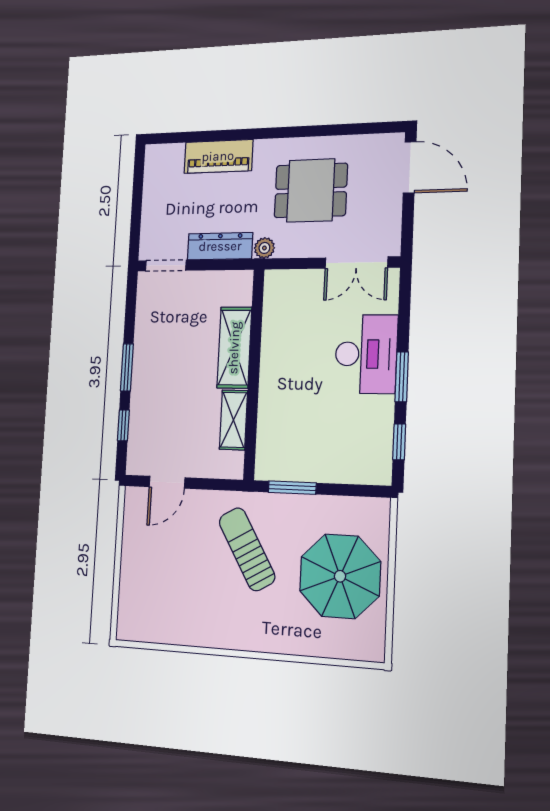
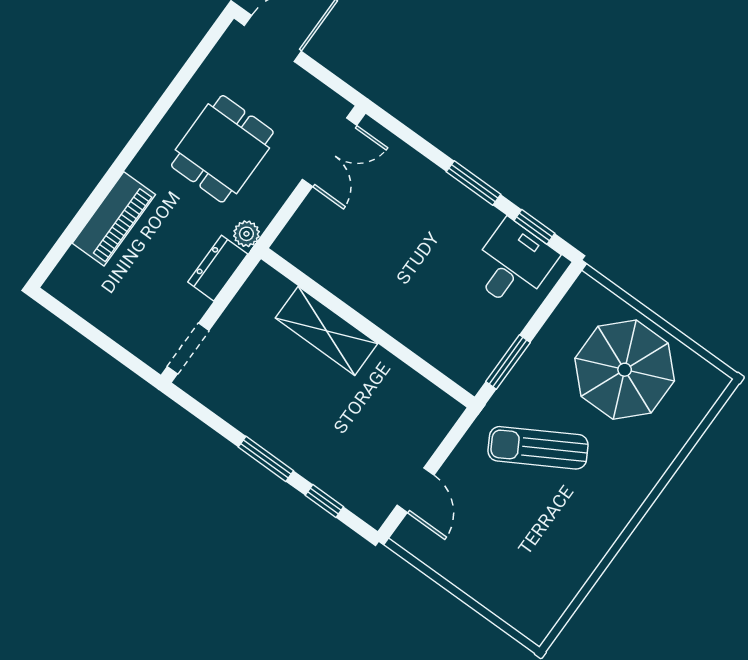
dresser: (220, 246) -> (218, 268), width x0.70
desk: (366, 354) -> (513, 265), moved, width x0.73
shelving: (233, 420) -> (400, 379), removed

